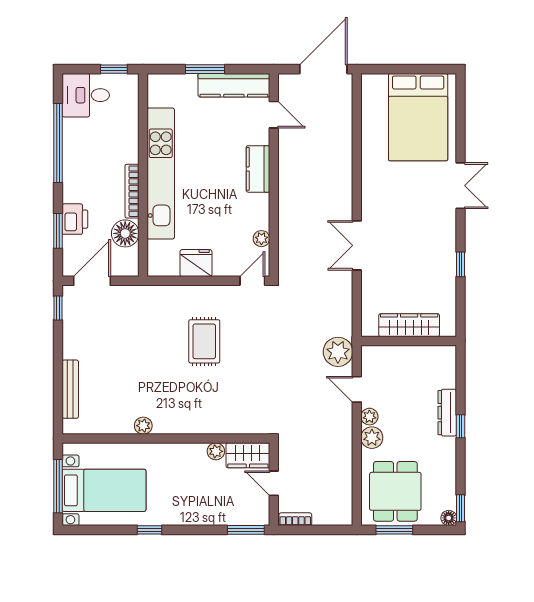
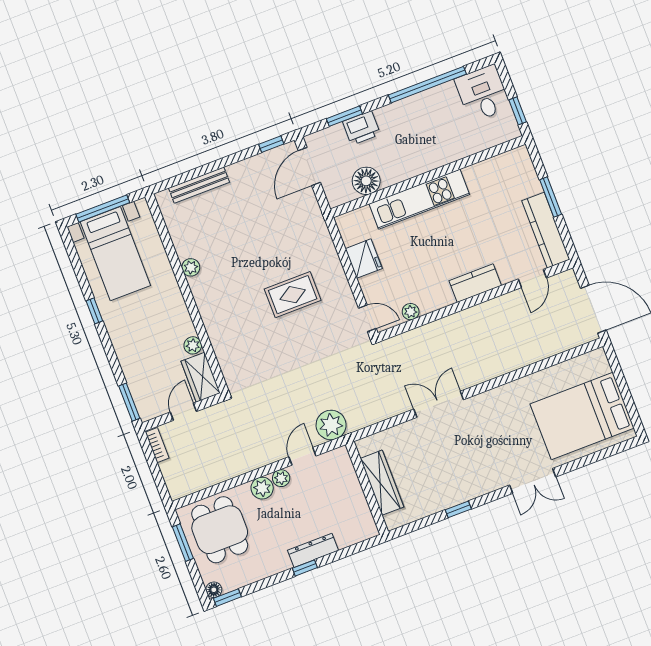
kitchen unit: (161, 173) -> (419, 199), width x0.73
bookcase: (132, 191) -> (409, 172), removed
door: (92, 281) -> (309, 167), swing flipped
dining table: (395, 491) -> (220, 530), turned 90

